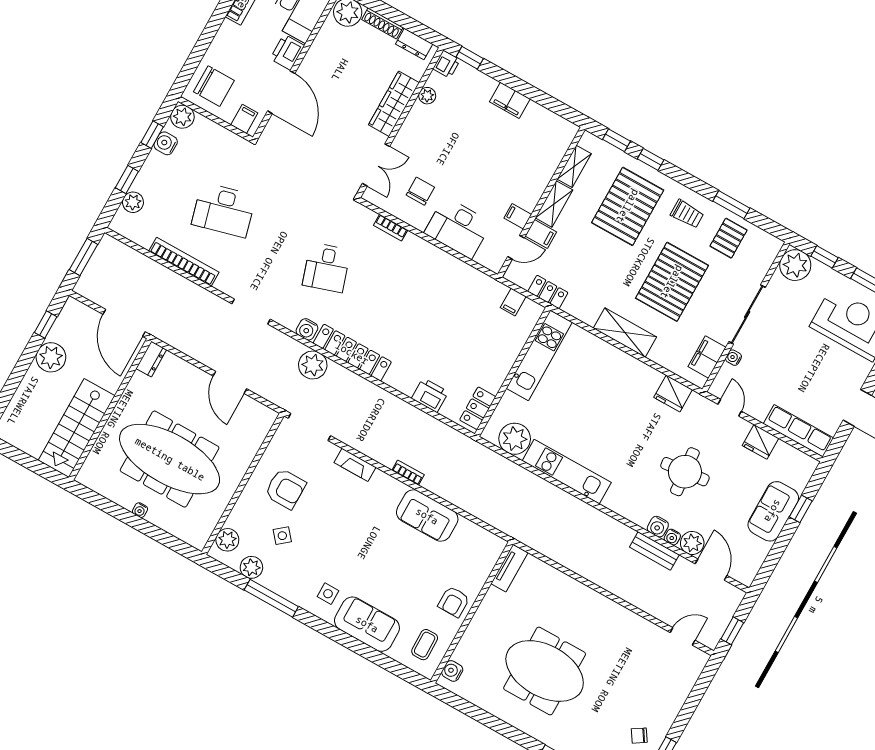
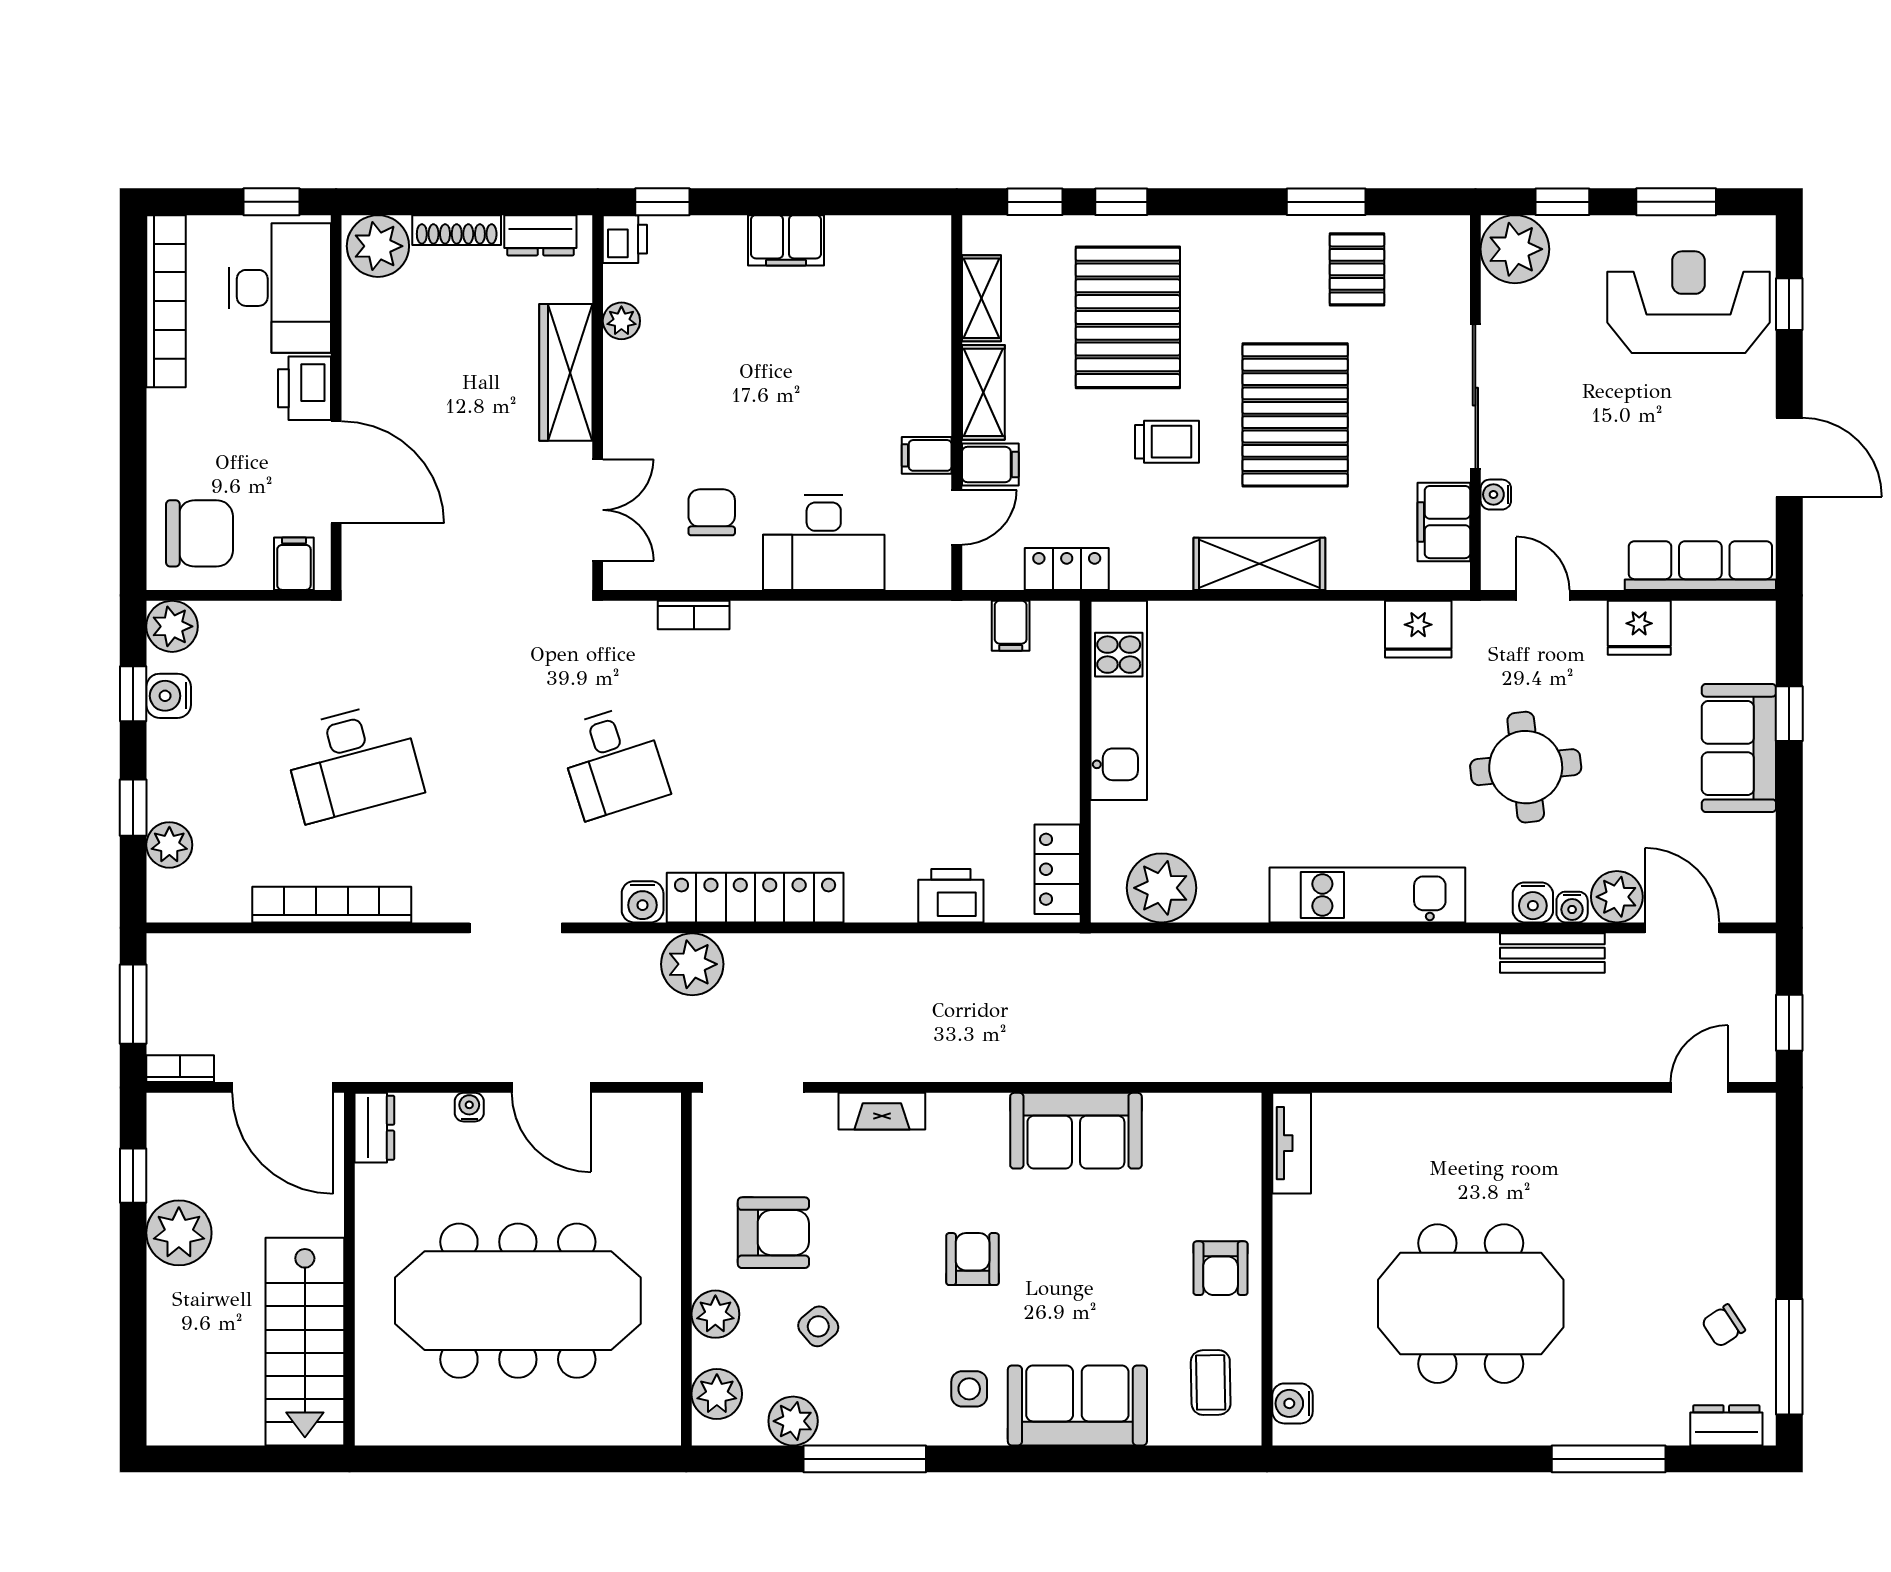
trolley: (687, 214) -> (1167, 442), moved
kitchen unit: (567, 472) -> (1367, 895), moved
bookcase: (408, 473) -> (180, 1069), moved
plant: (244, 508) -> (715, 1314), added
water cooler: (140, 510) -> (469, 1107), moved, turned 180
armchair: (358, 543) -> (973, 1259), added

